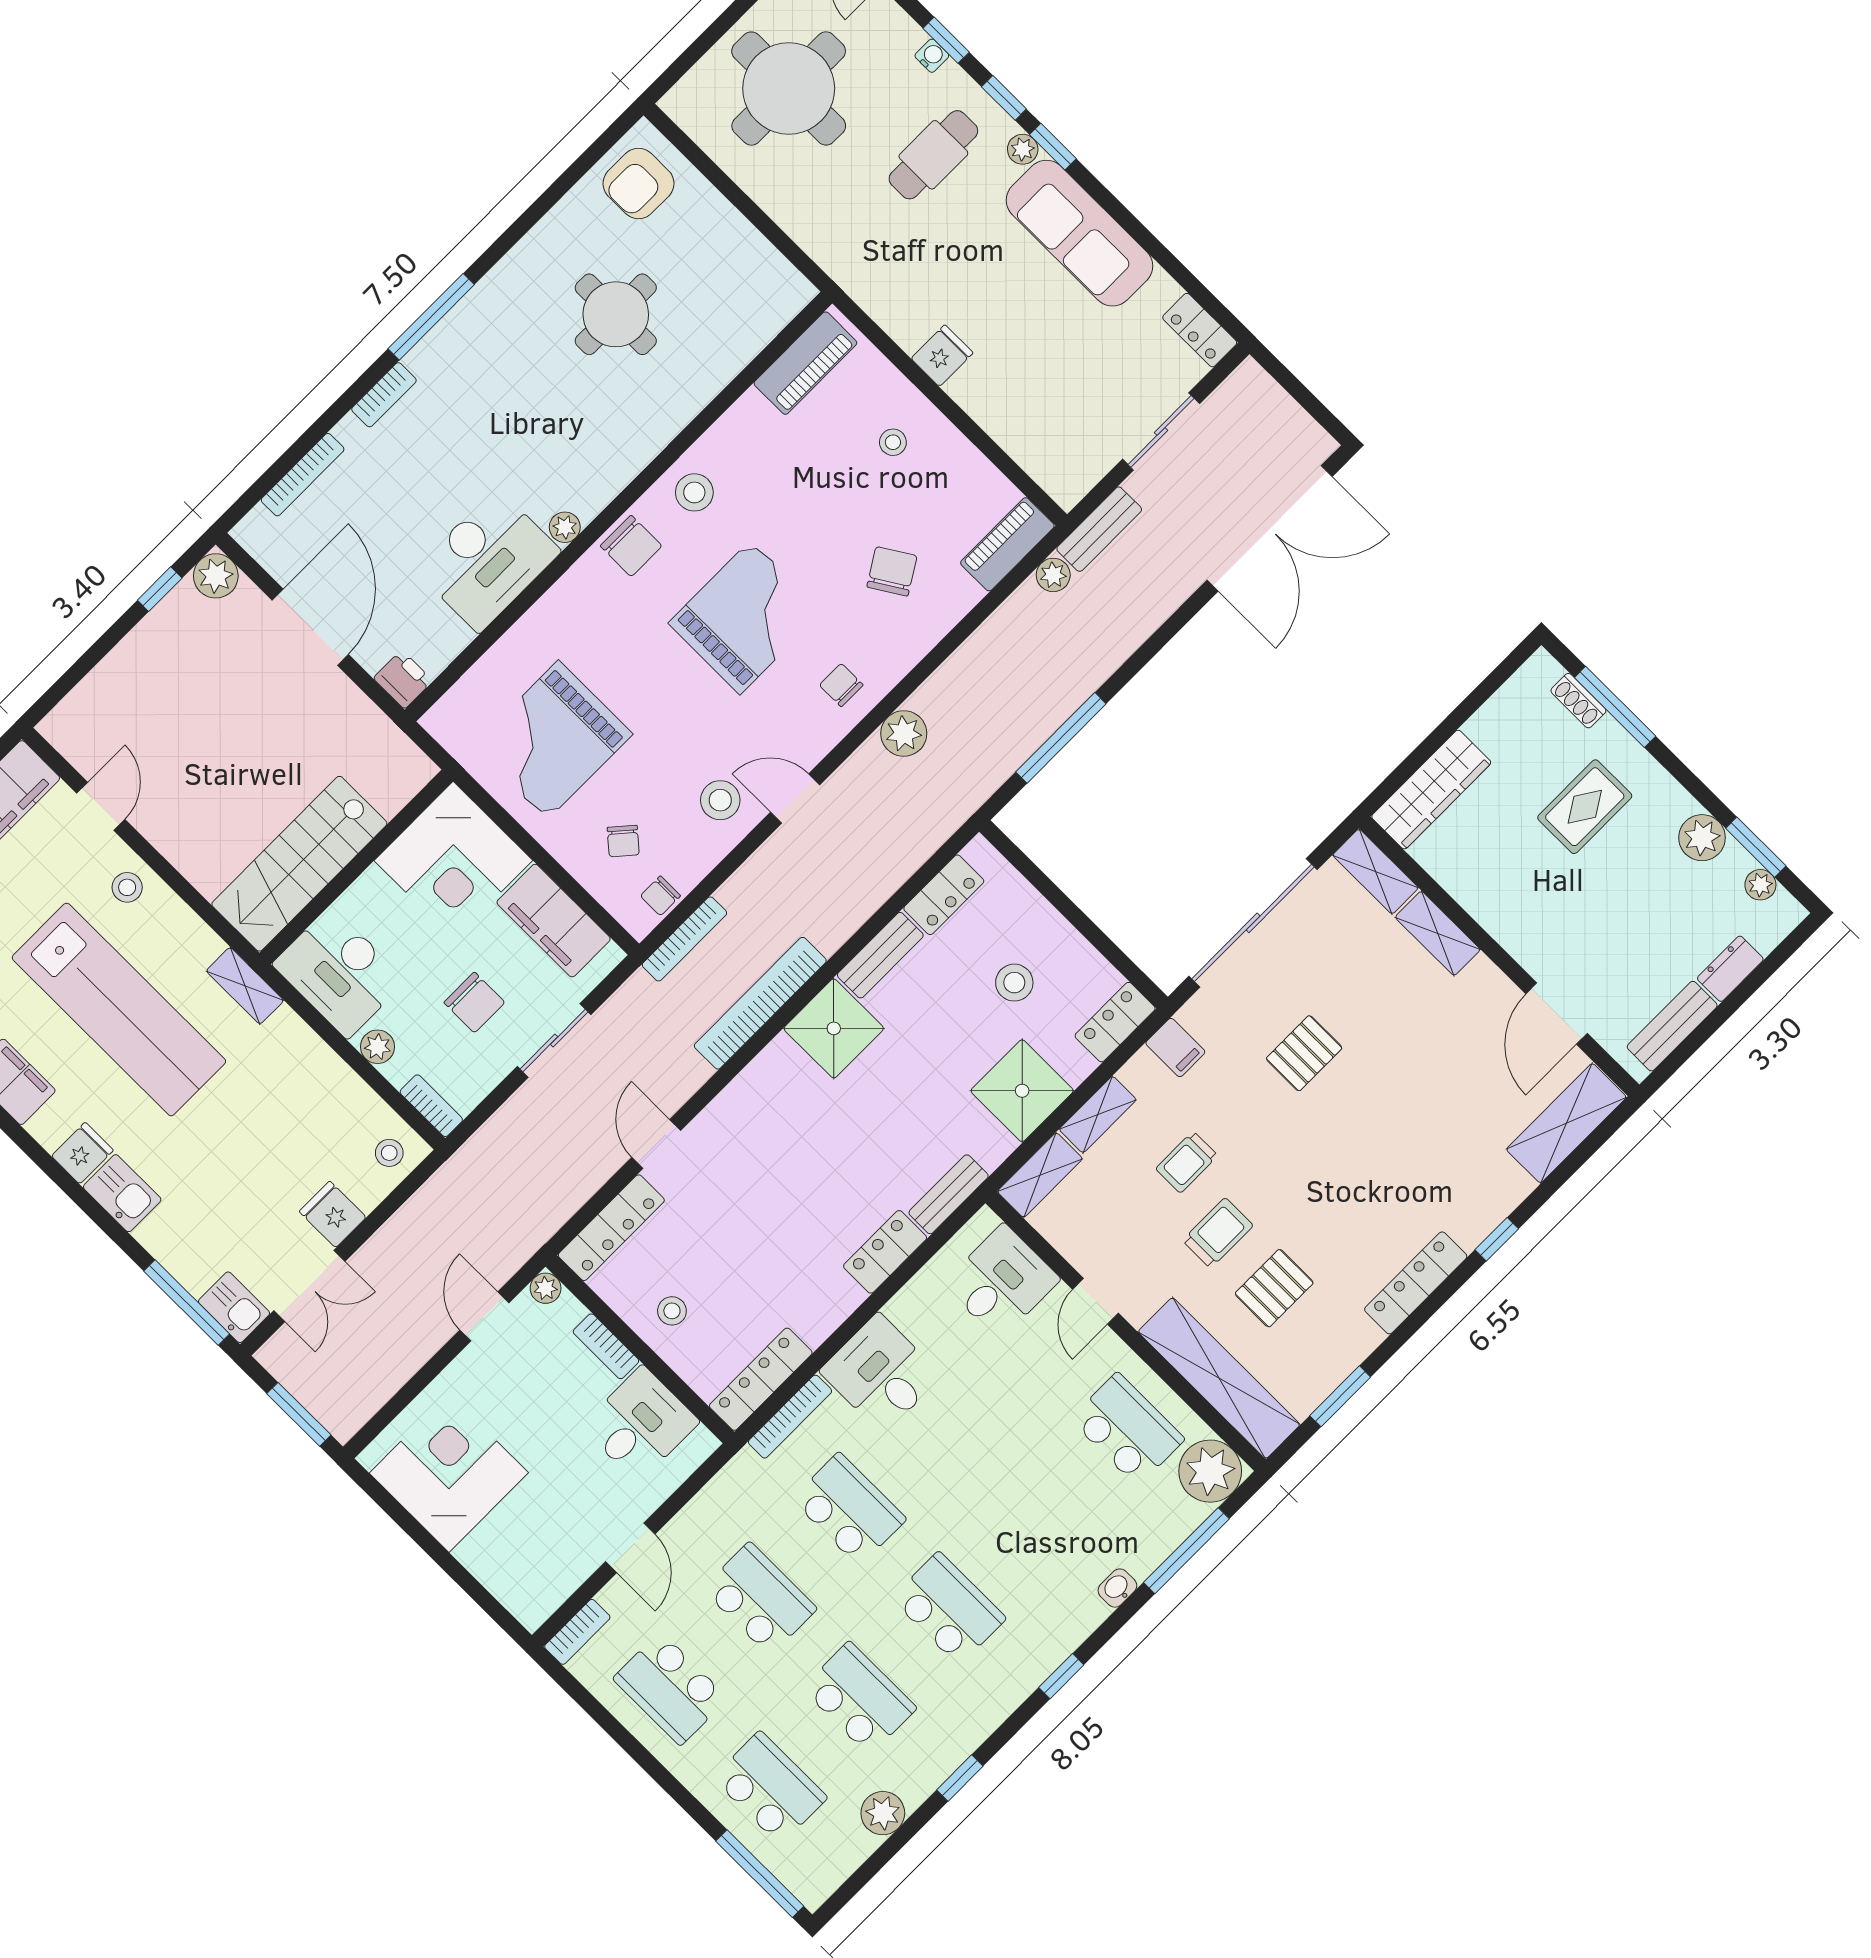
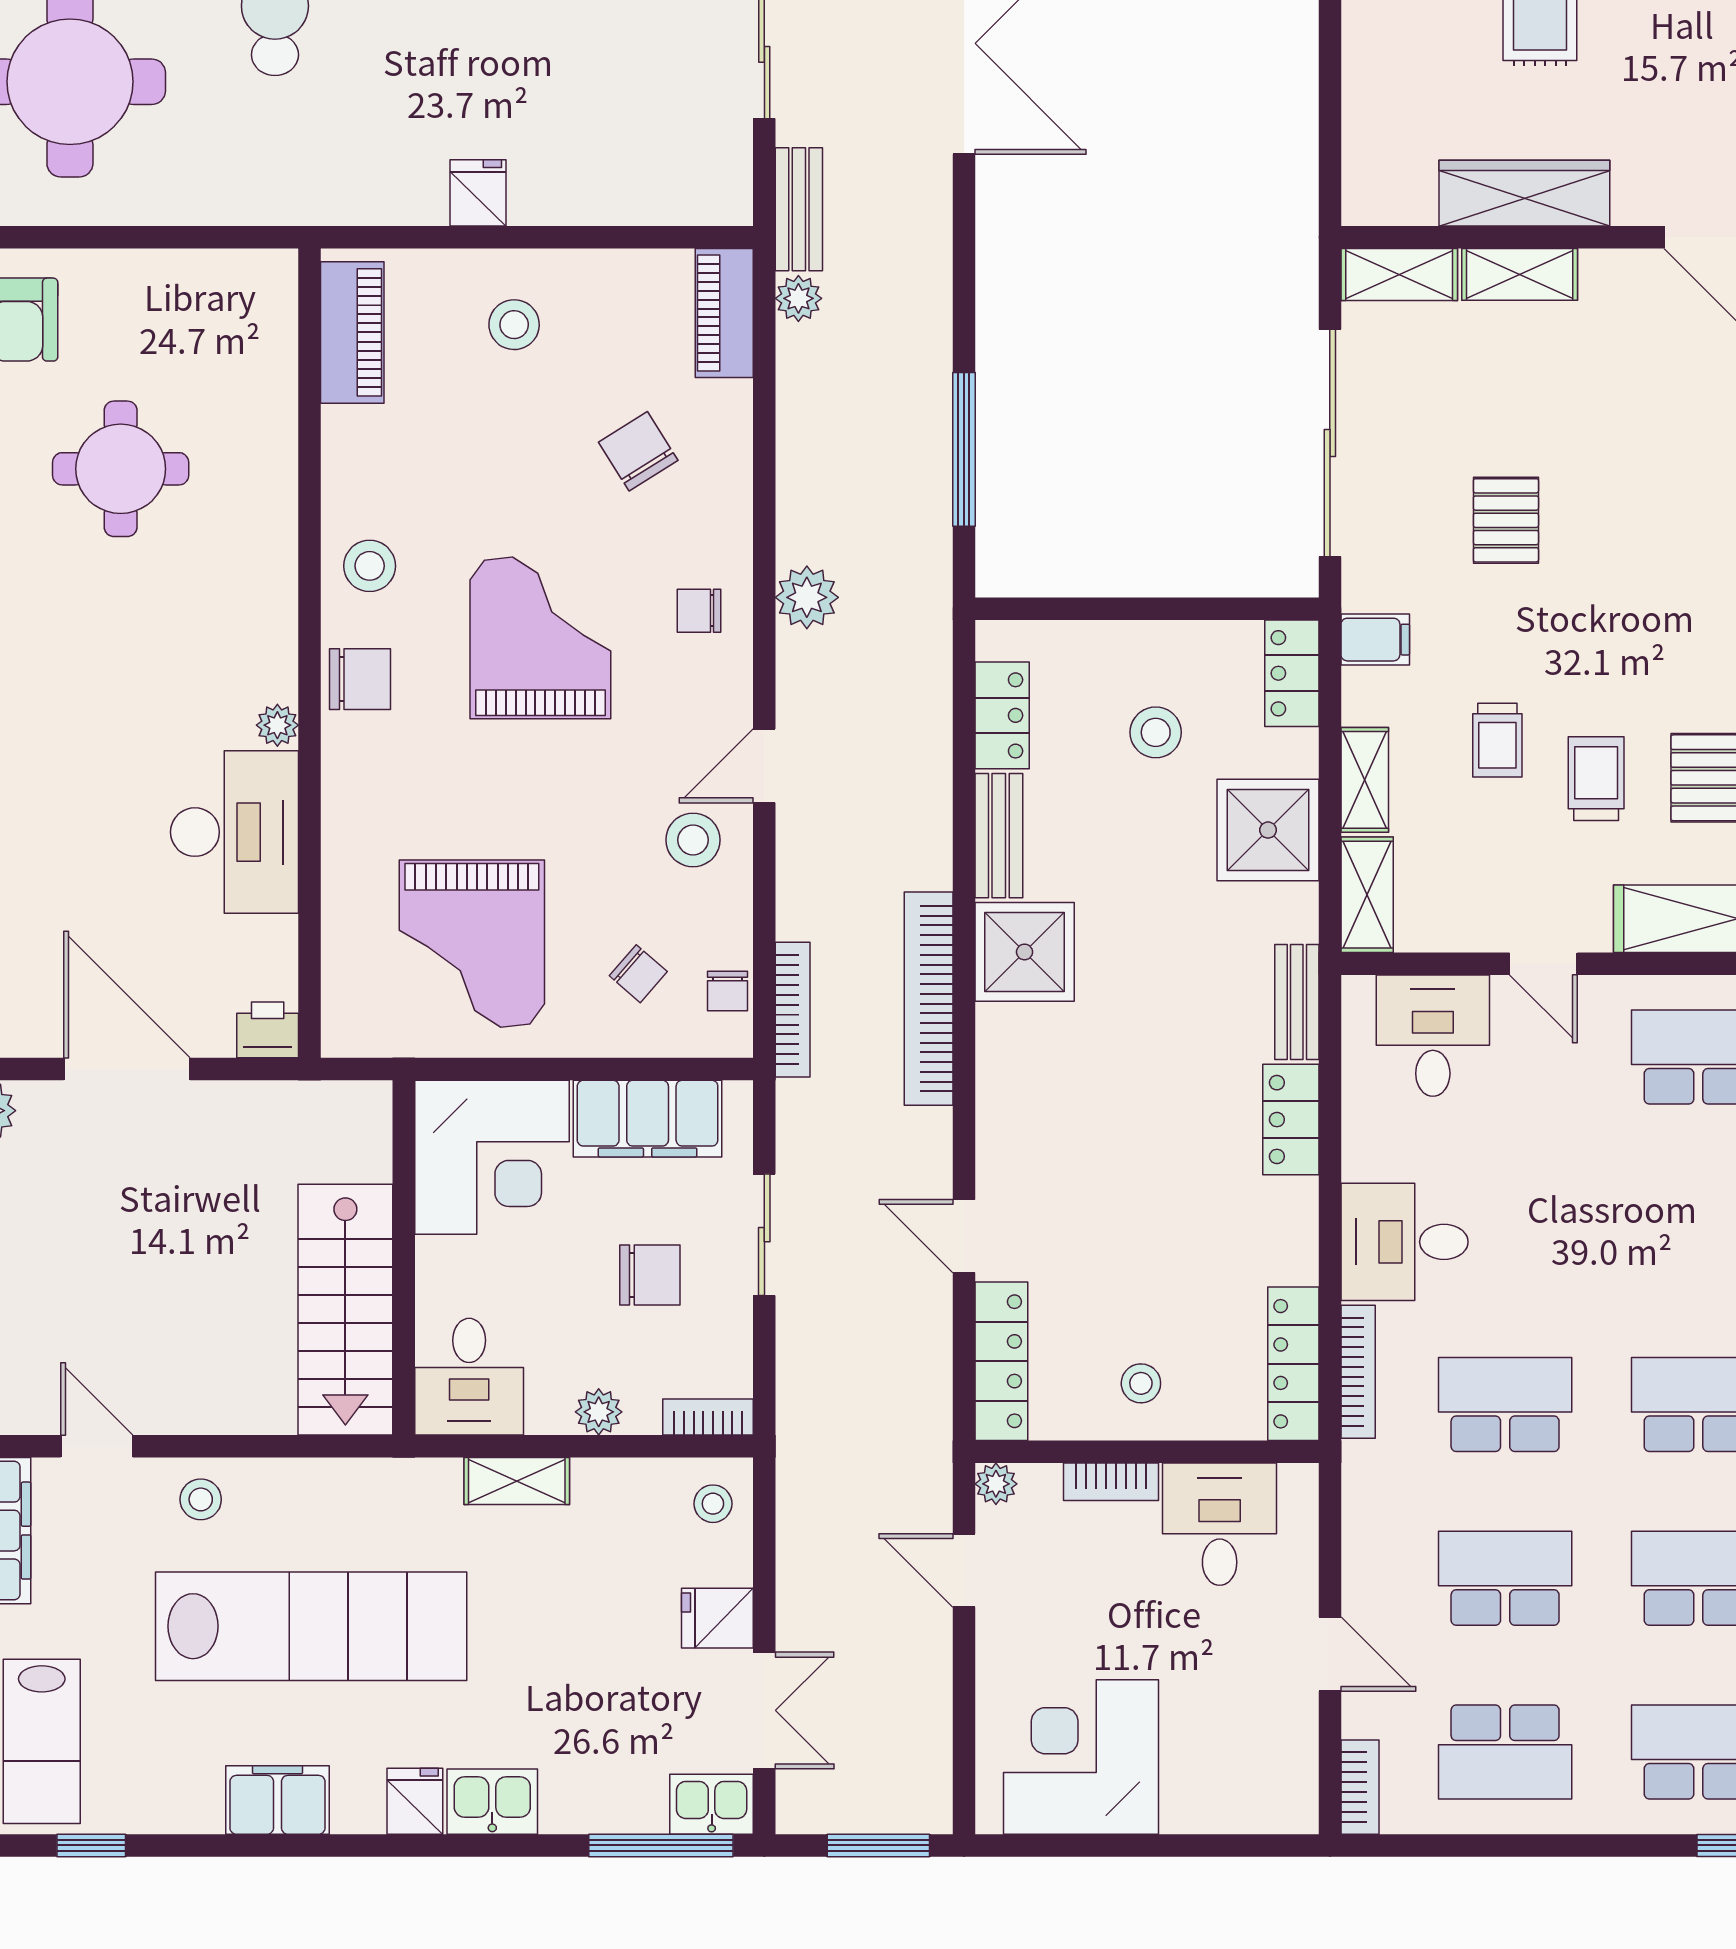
stool: (893, 442) -> (514, 325), width x1.37, depth x1.37
wardrobe: (1431, 790) -> (1524, 193), moved, turned -90
desk: (339, 972) -> (469, 1377), width x0.73
shelving: (245, 986) -> (517, 1481), moved

